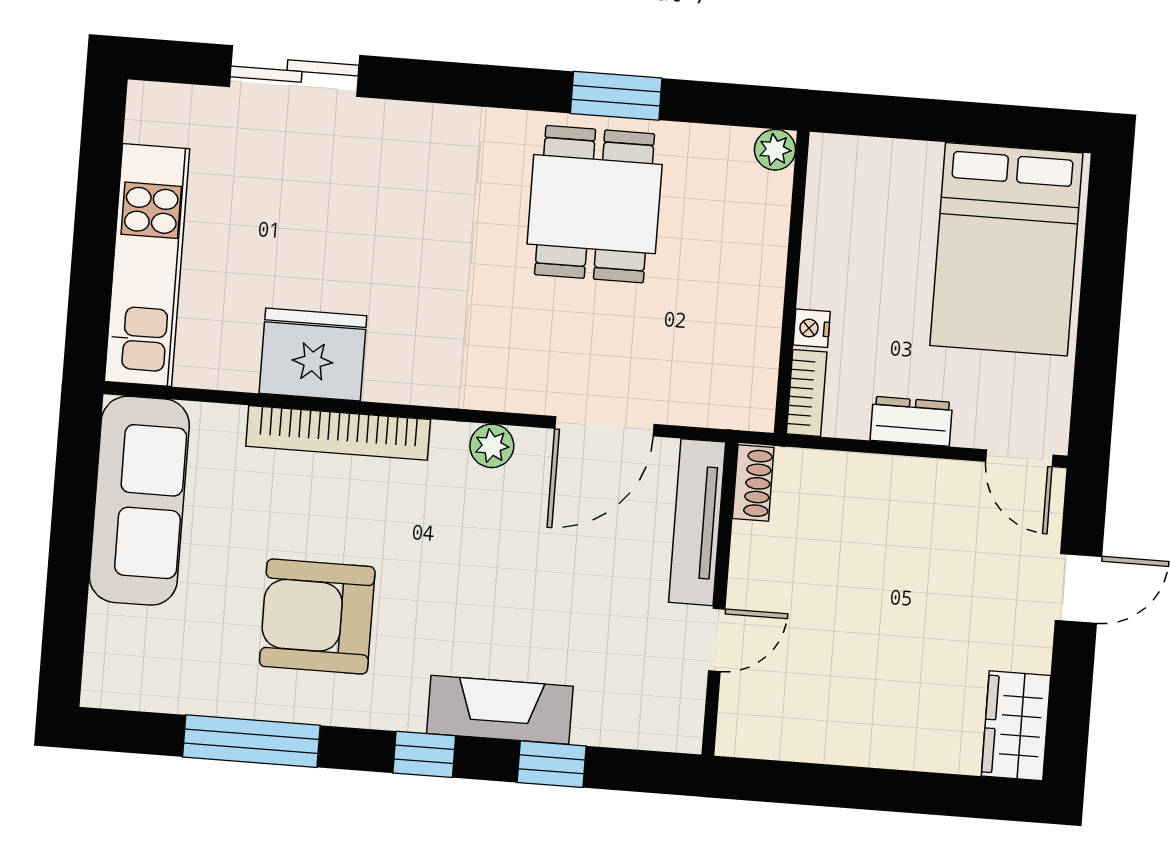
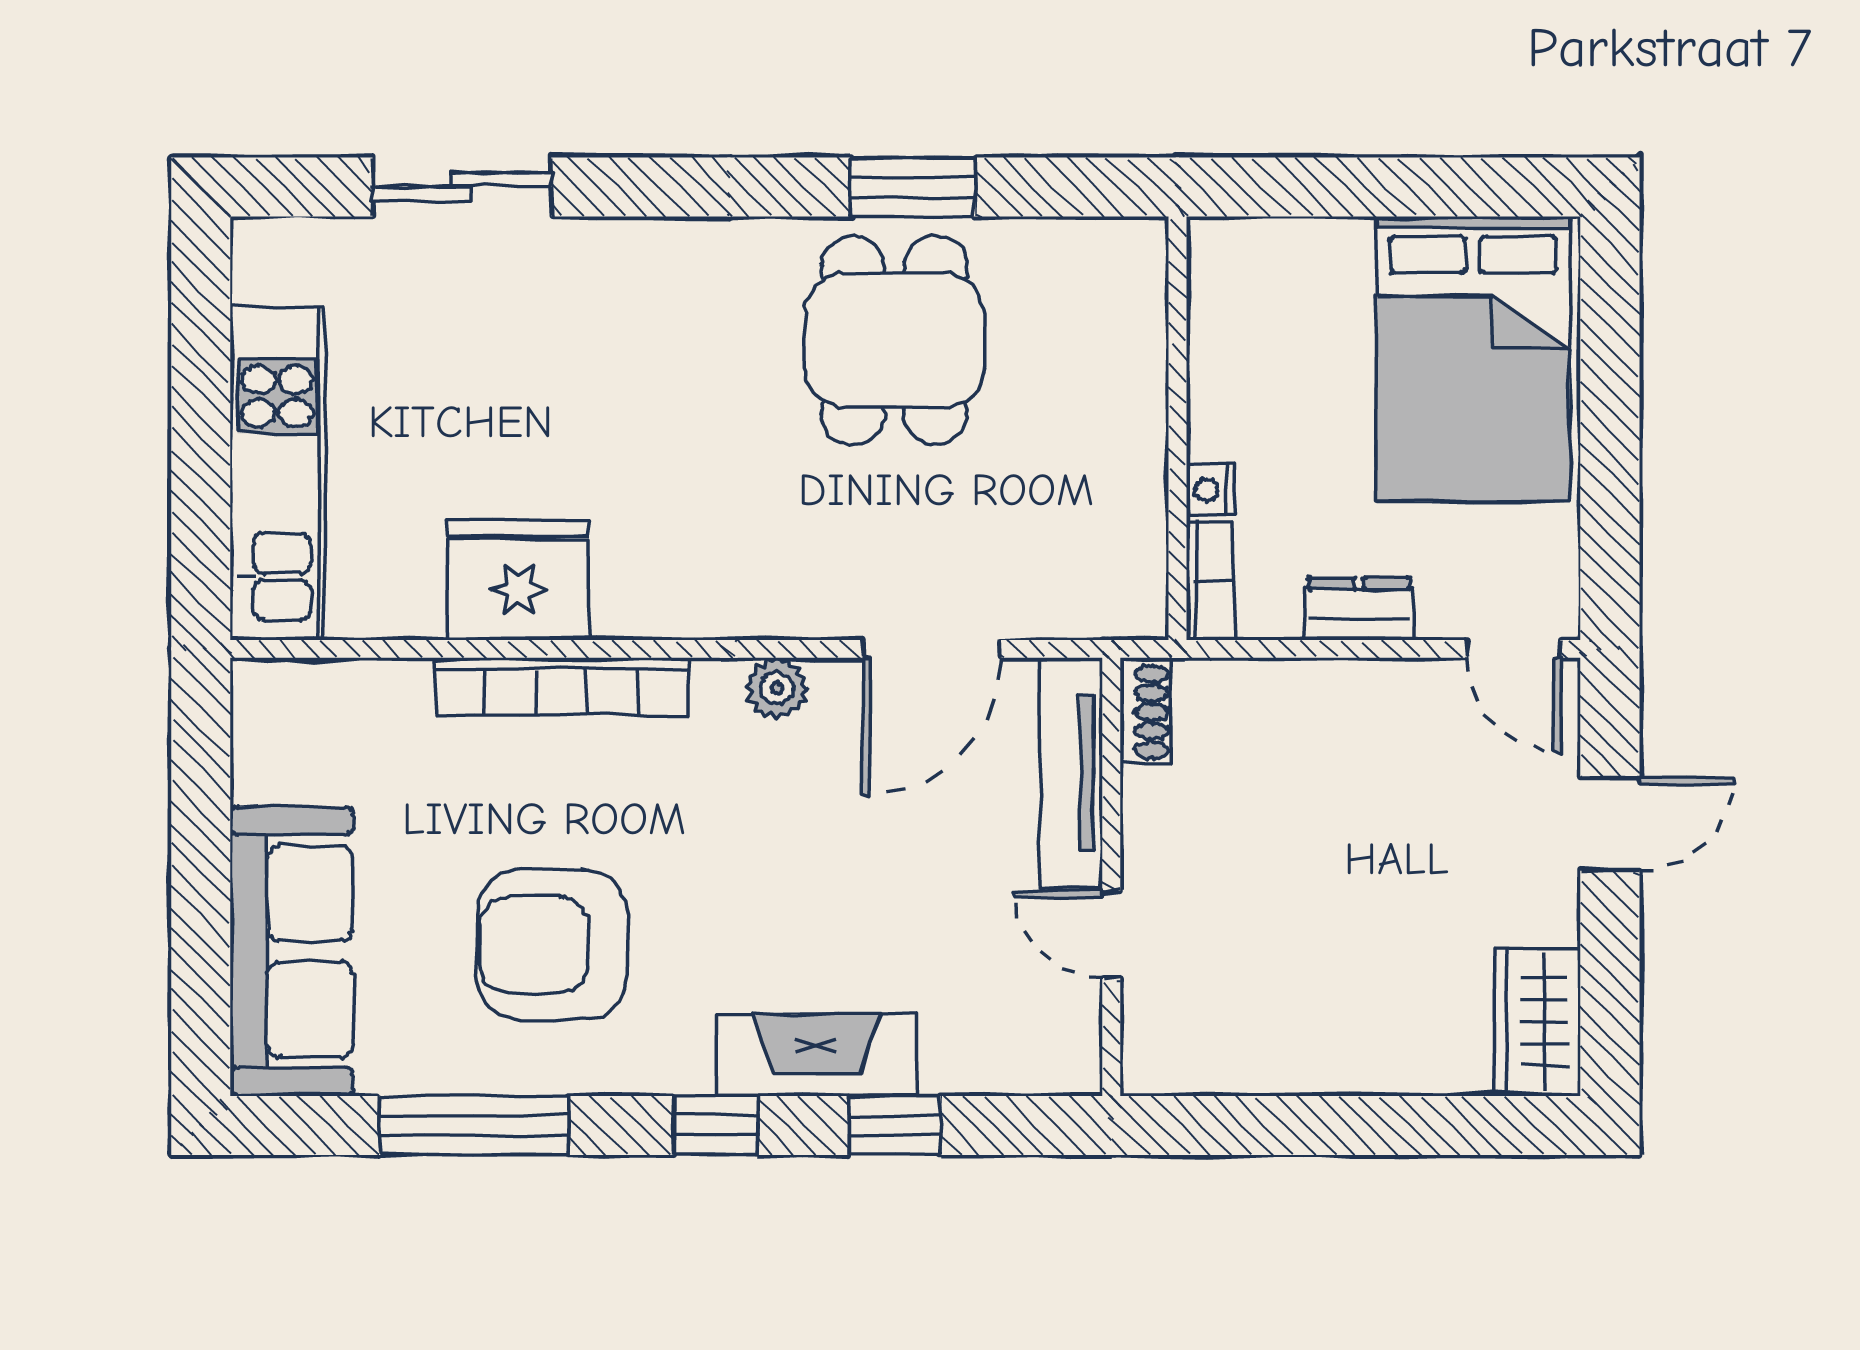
plant: (775, 150) -> (1140, 245), removed
sofa: (139, 501) -> (292, 951), moved
door: (717, 640) -> (1111, 934), swing flipped

